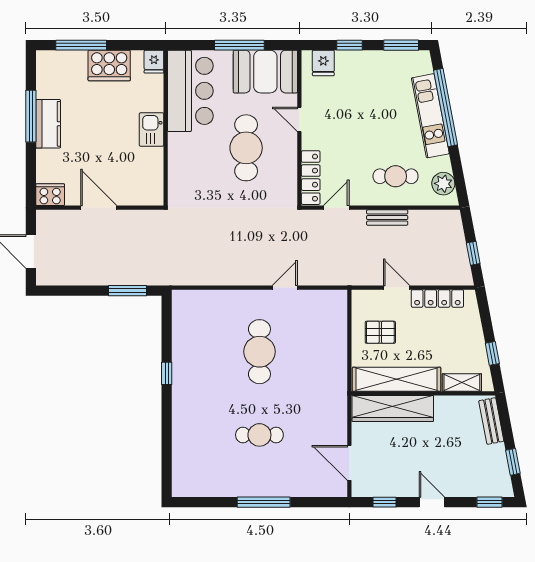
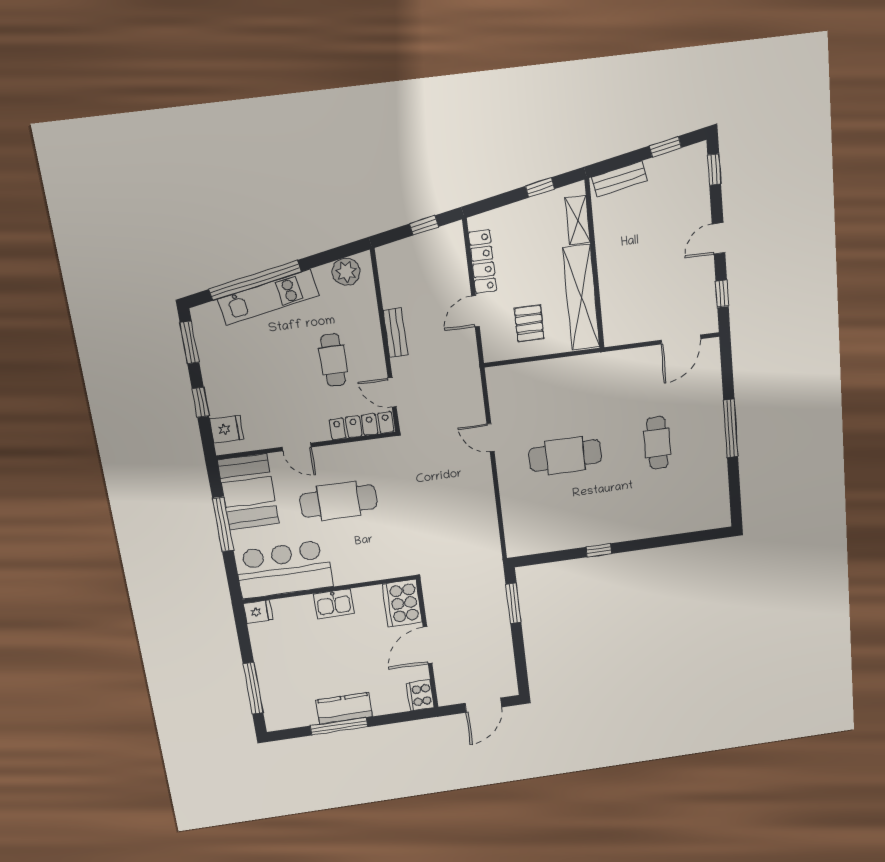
cooker: (109, 66) -> (402, 603), moved, turned 180
door: (299, 119) -> (297, 447), hinge flipped
cafe table: (396, 176) -> (333, 360), moved
wardrobe: (393, 408) -> (615, 298), removed

